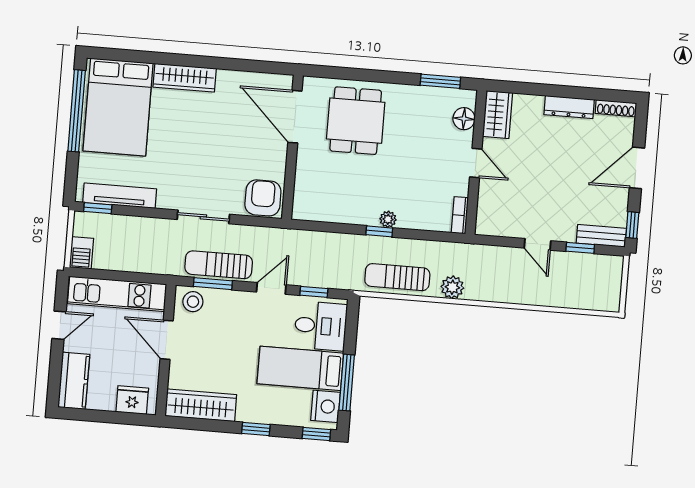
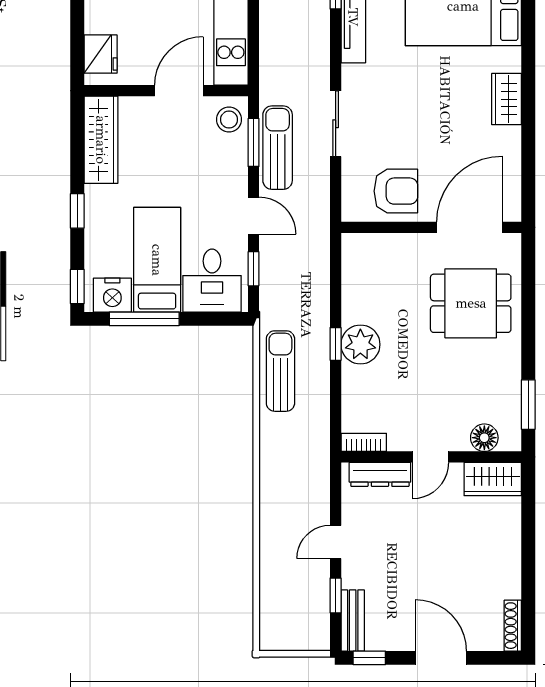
wardrobe: (185, 78) -> (507, 99), width x0.67
dresser: (569, 107) -> (380, 474), moved, turned -90
armchair: (263, 198) -> (396, 191), moved
plant: (388, 219) -> (360, 344), width x1.88, depth x1.88
plant: (452, 287) -> (273, 441), removed

